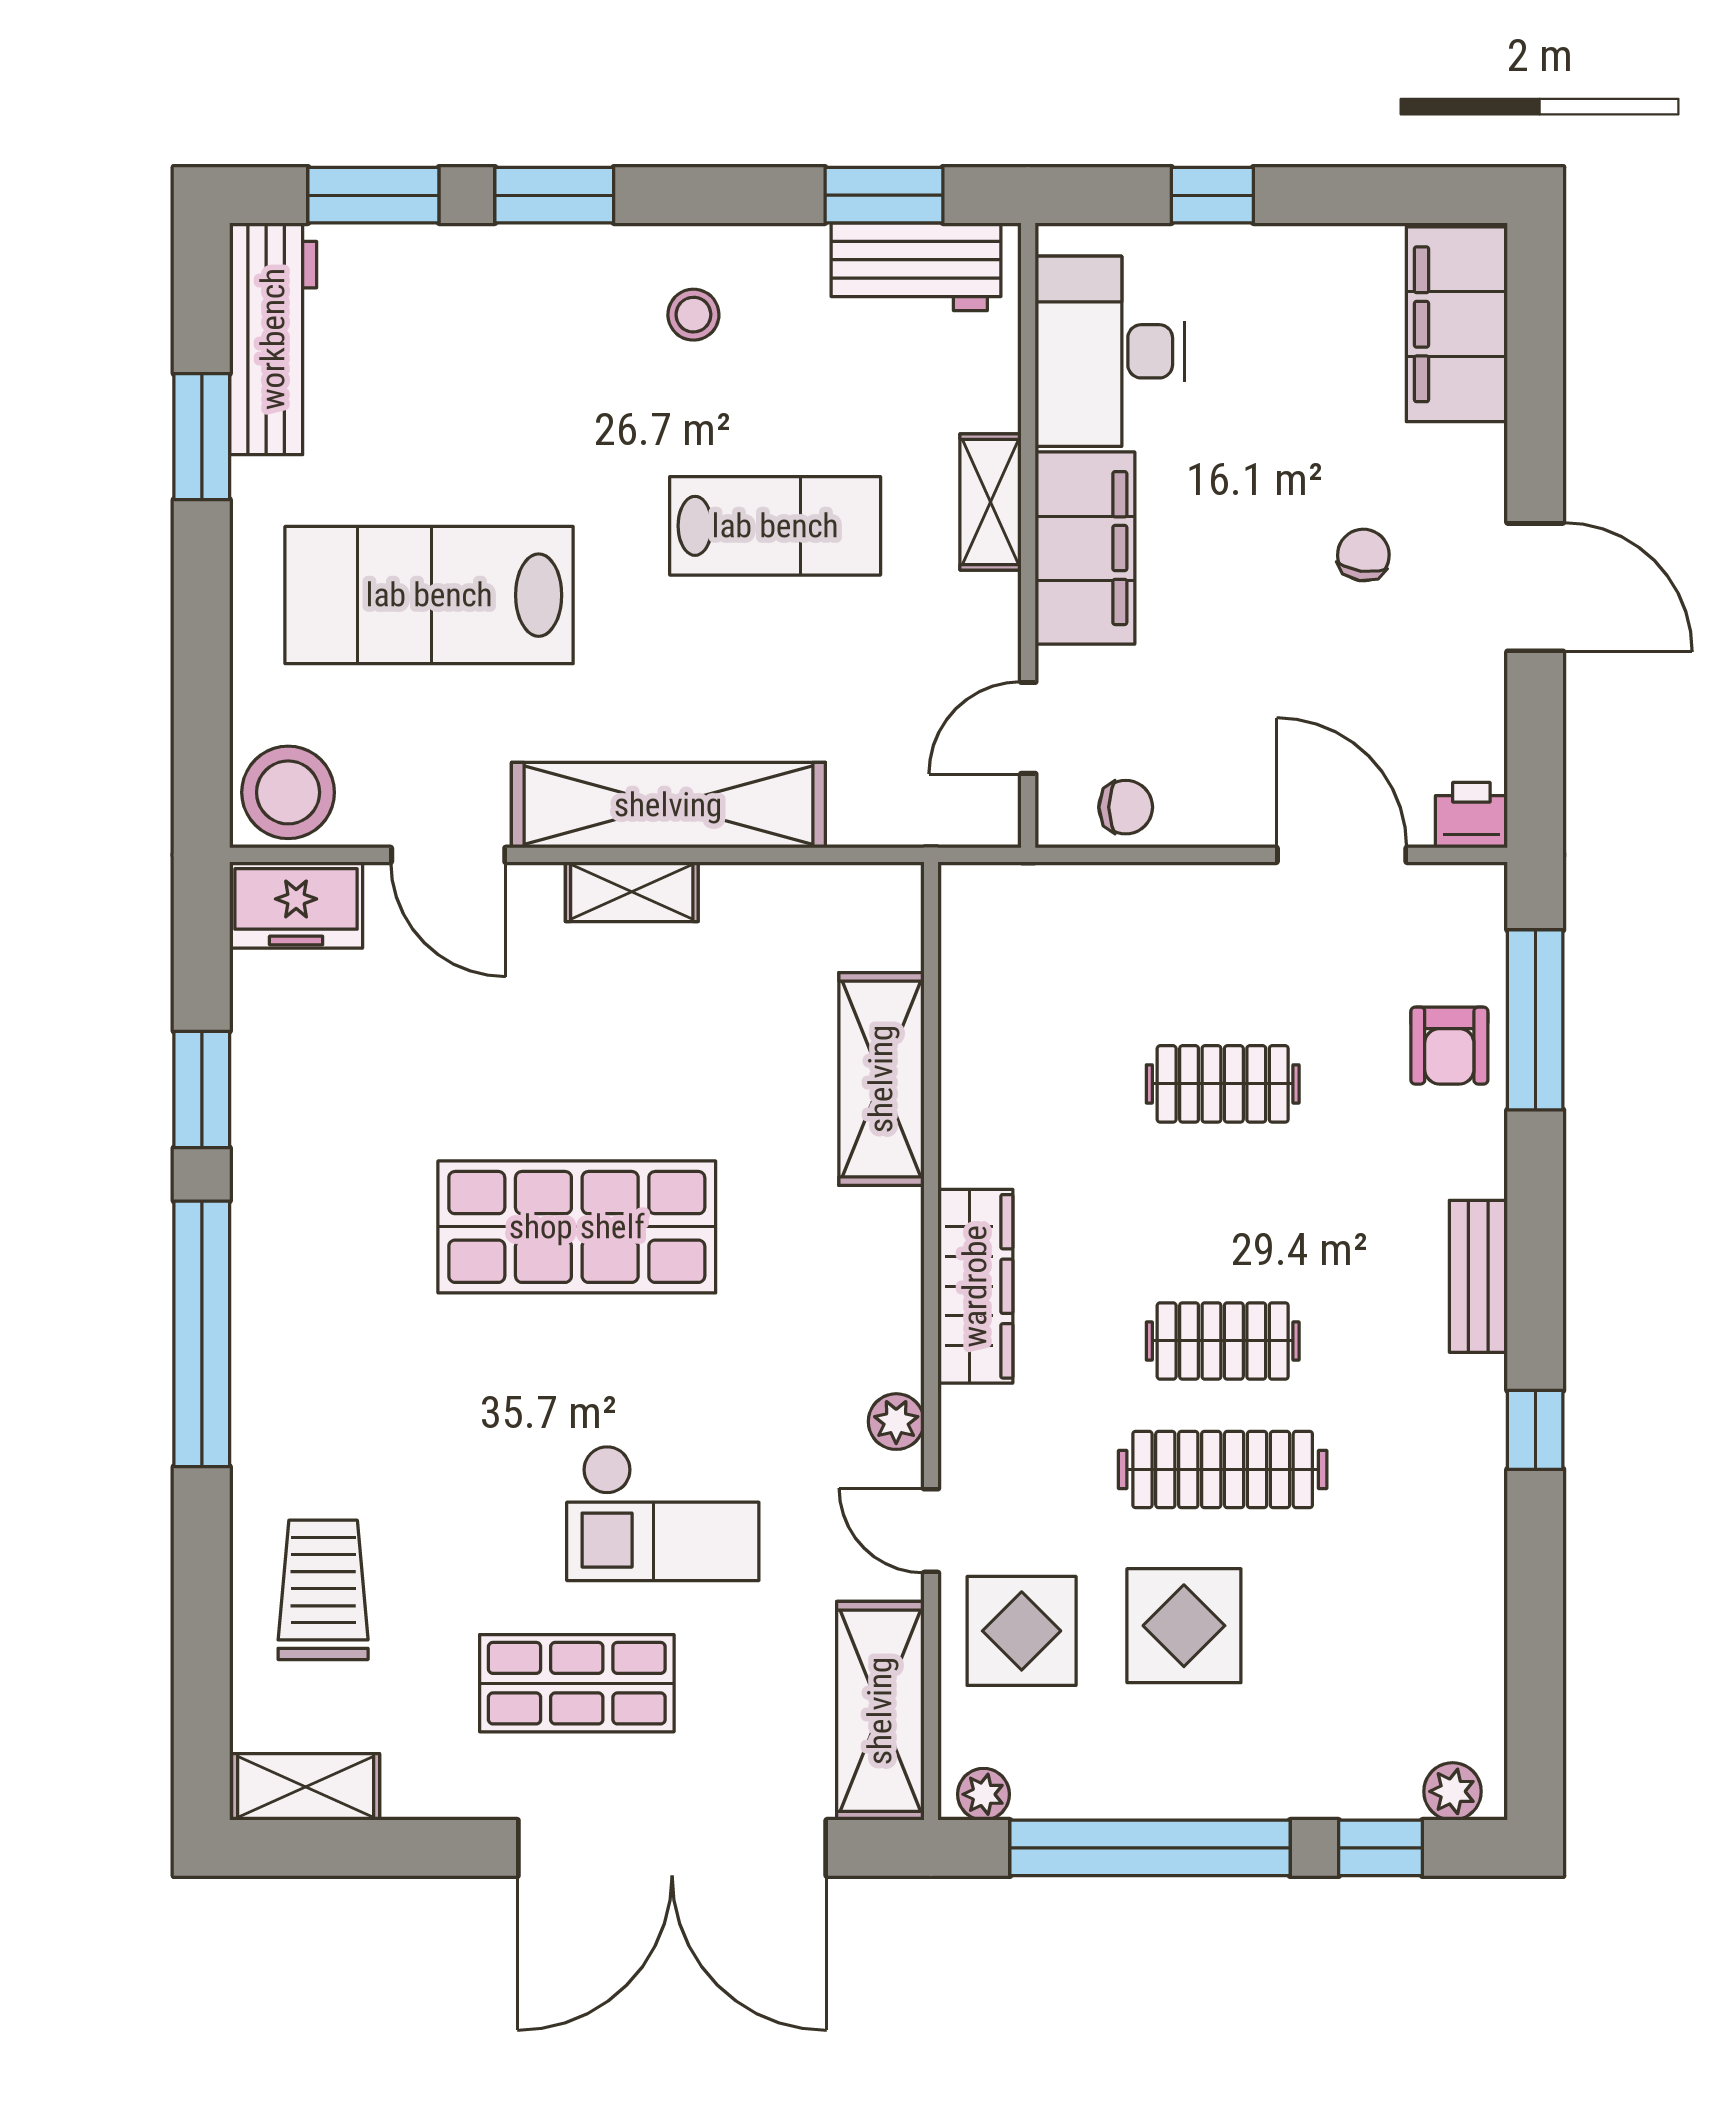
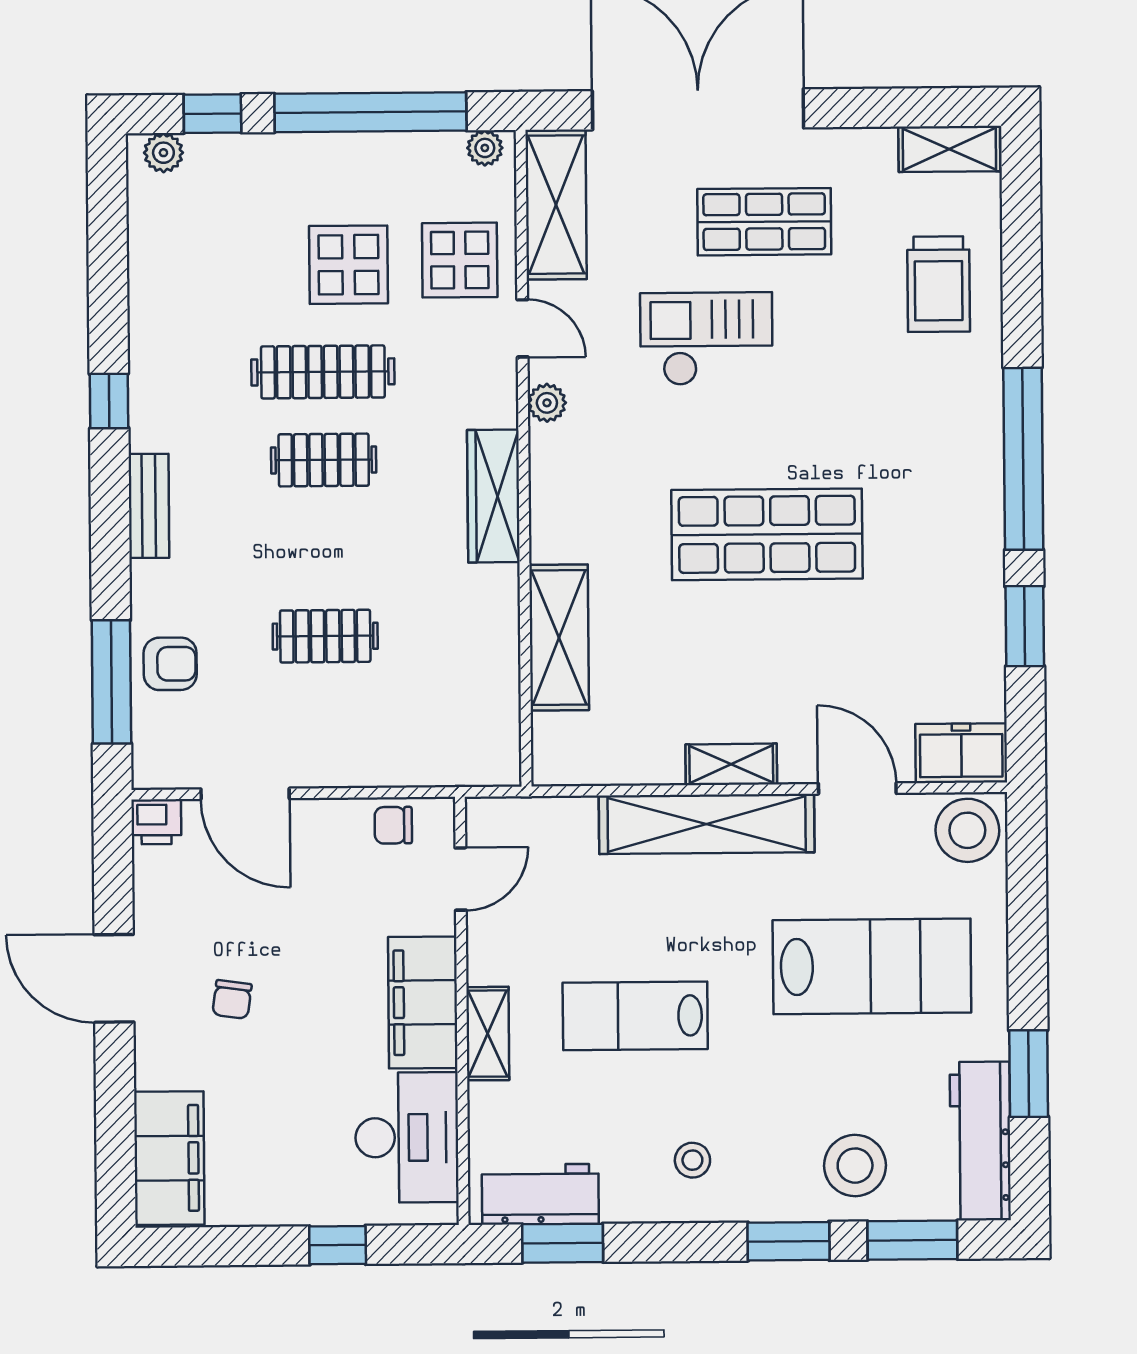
stool: (456, 305) -> (855, 1166), added
armchair: (1449, 1046) -> (170, 664), turned 90

